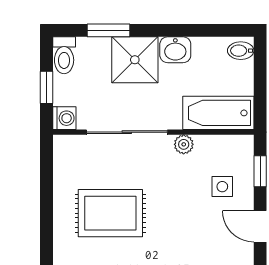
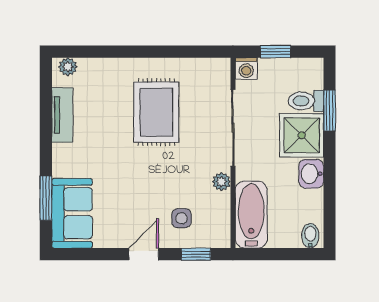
toilet: (64, 55) -> (306, 101), moved

